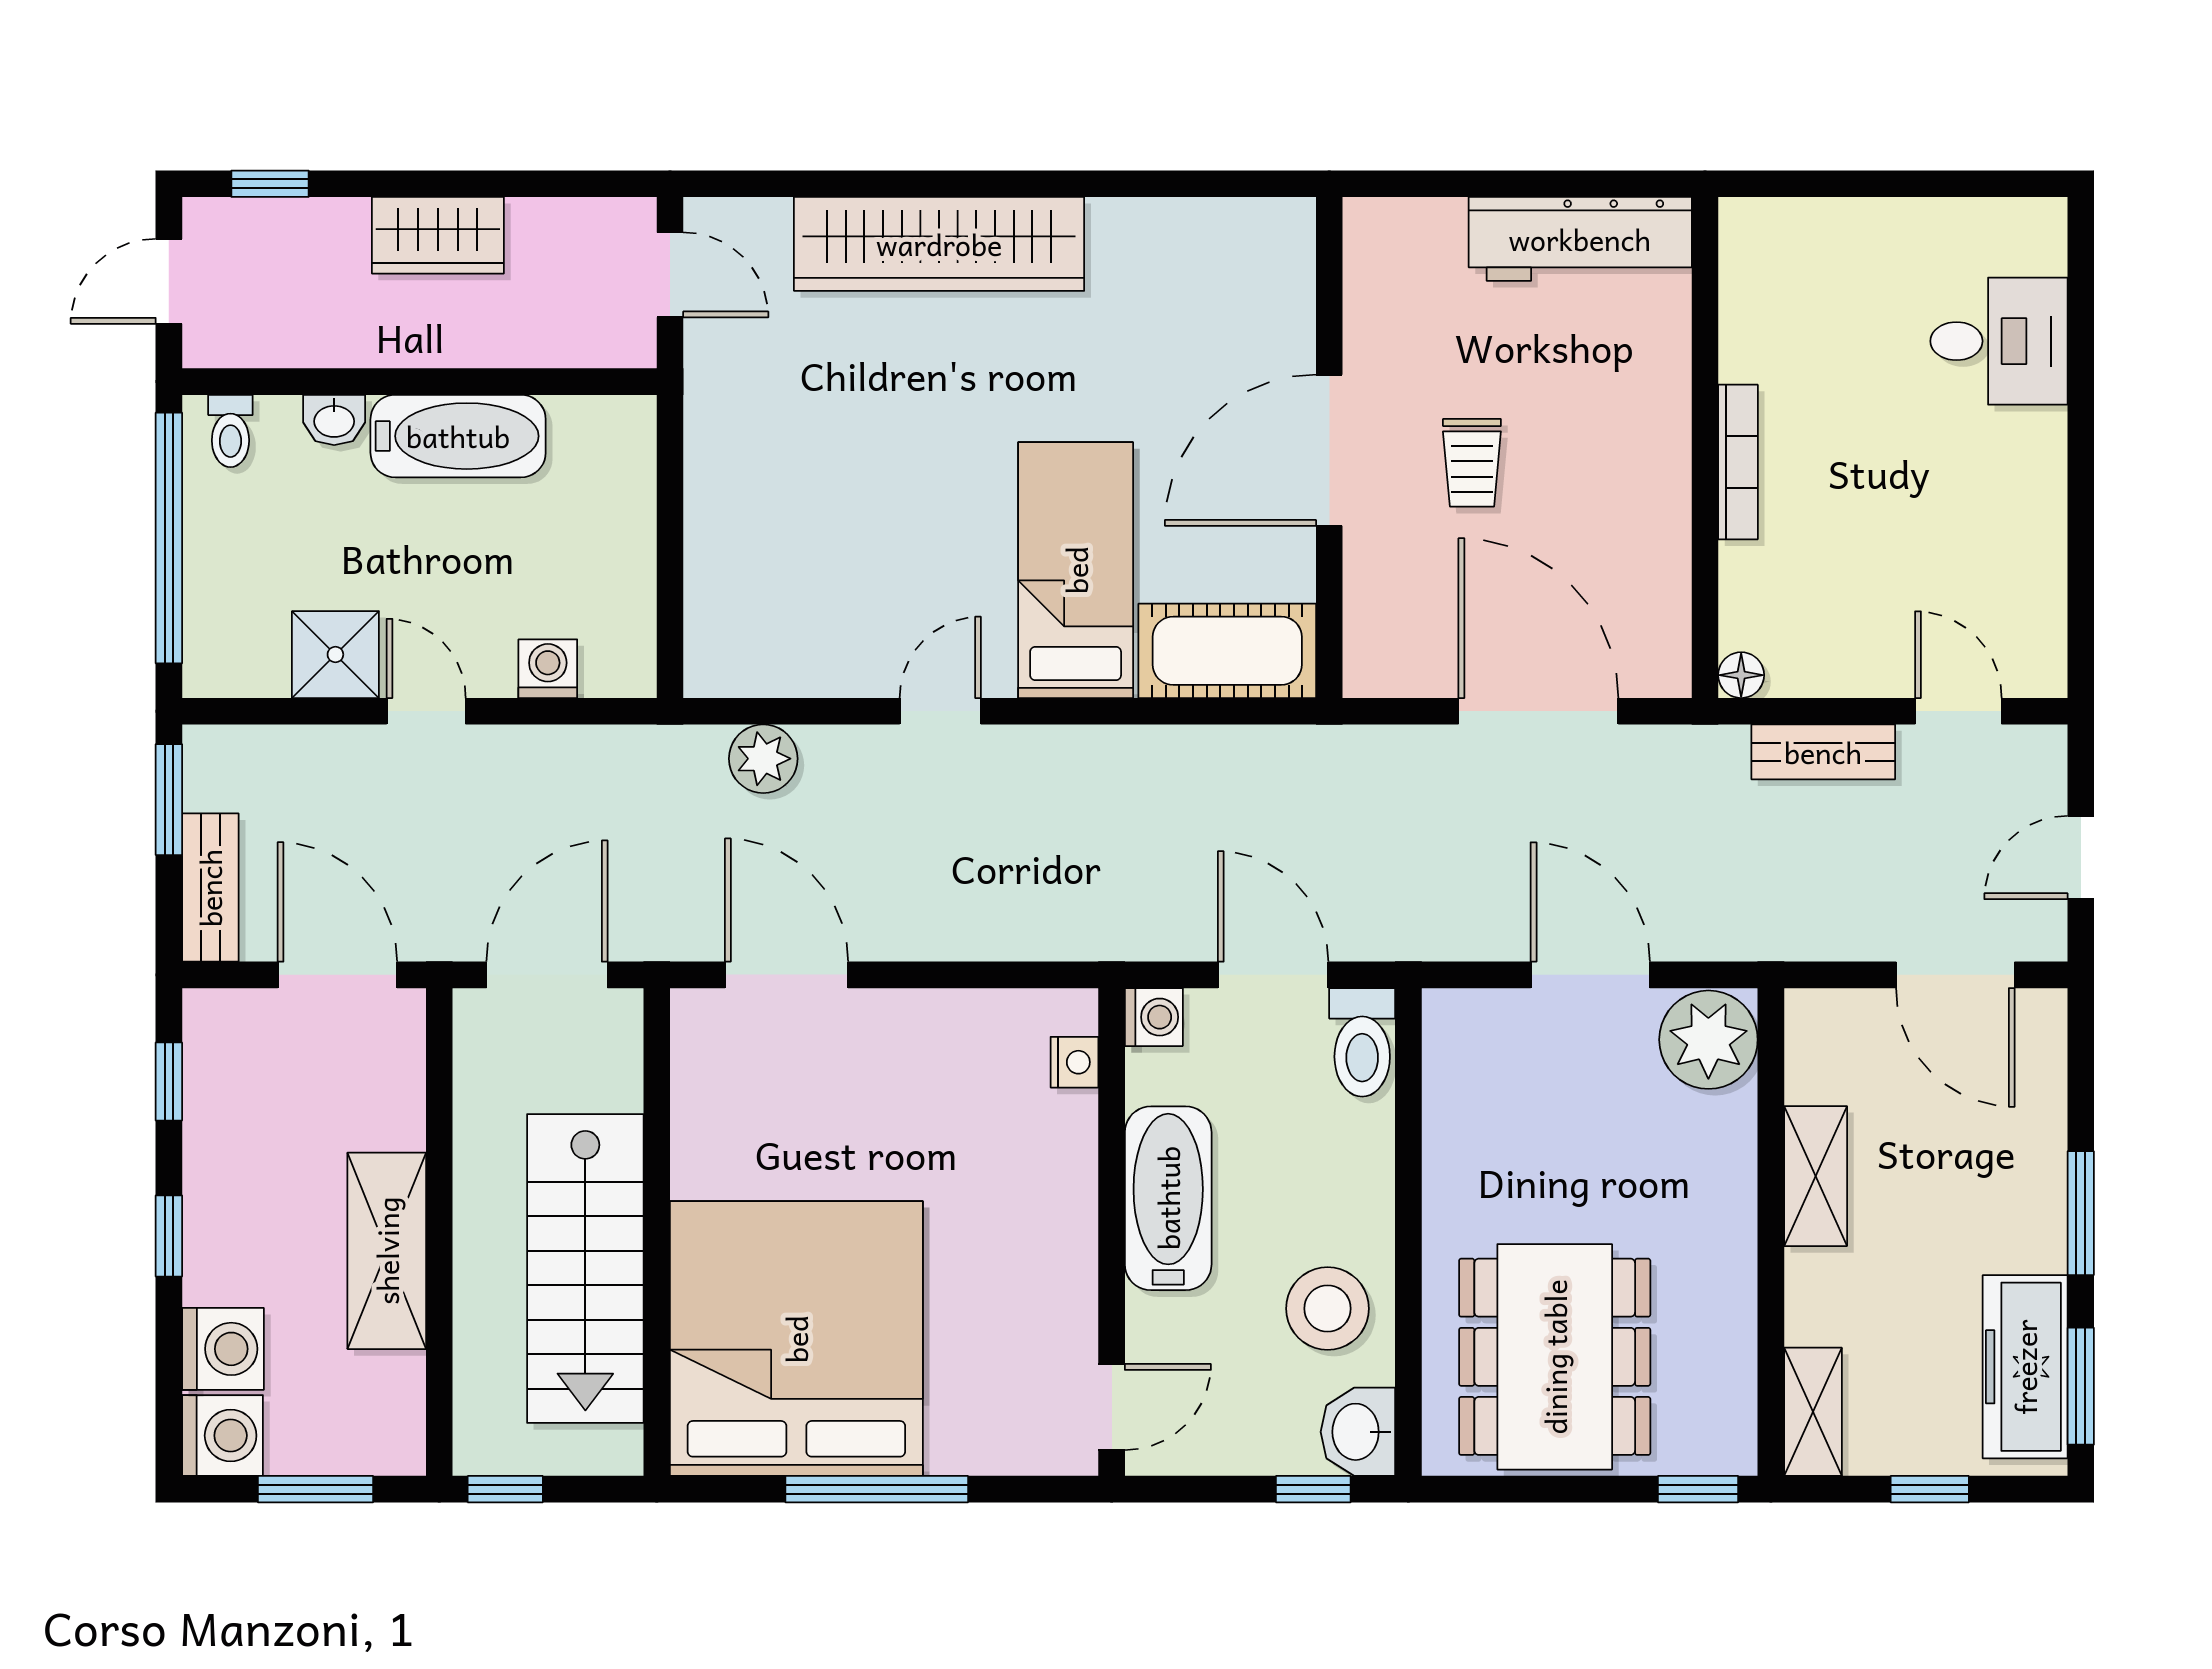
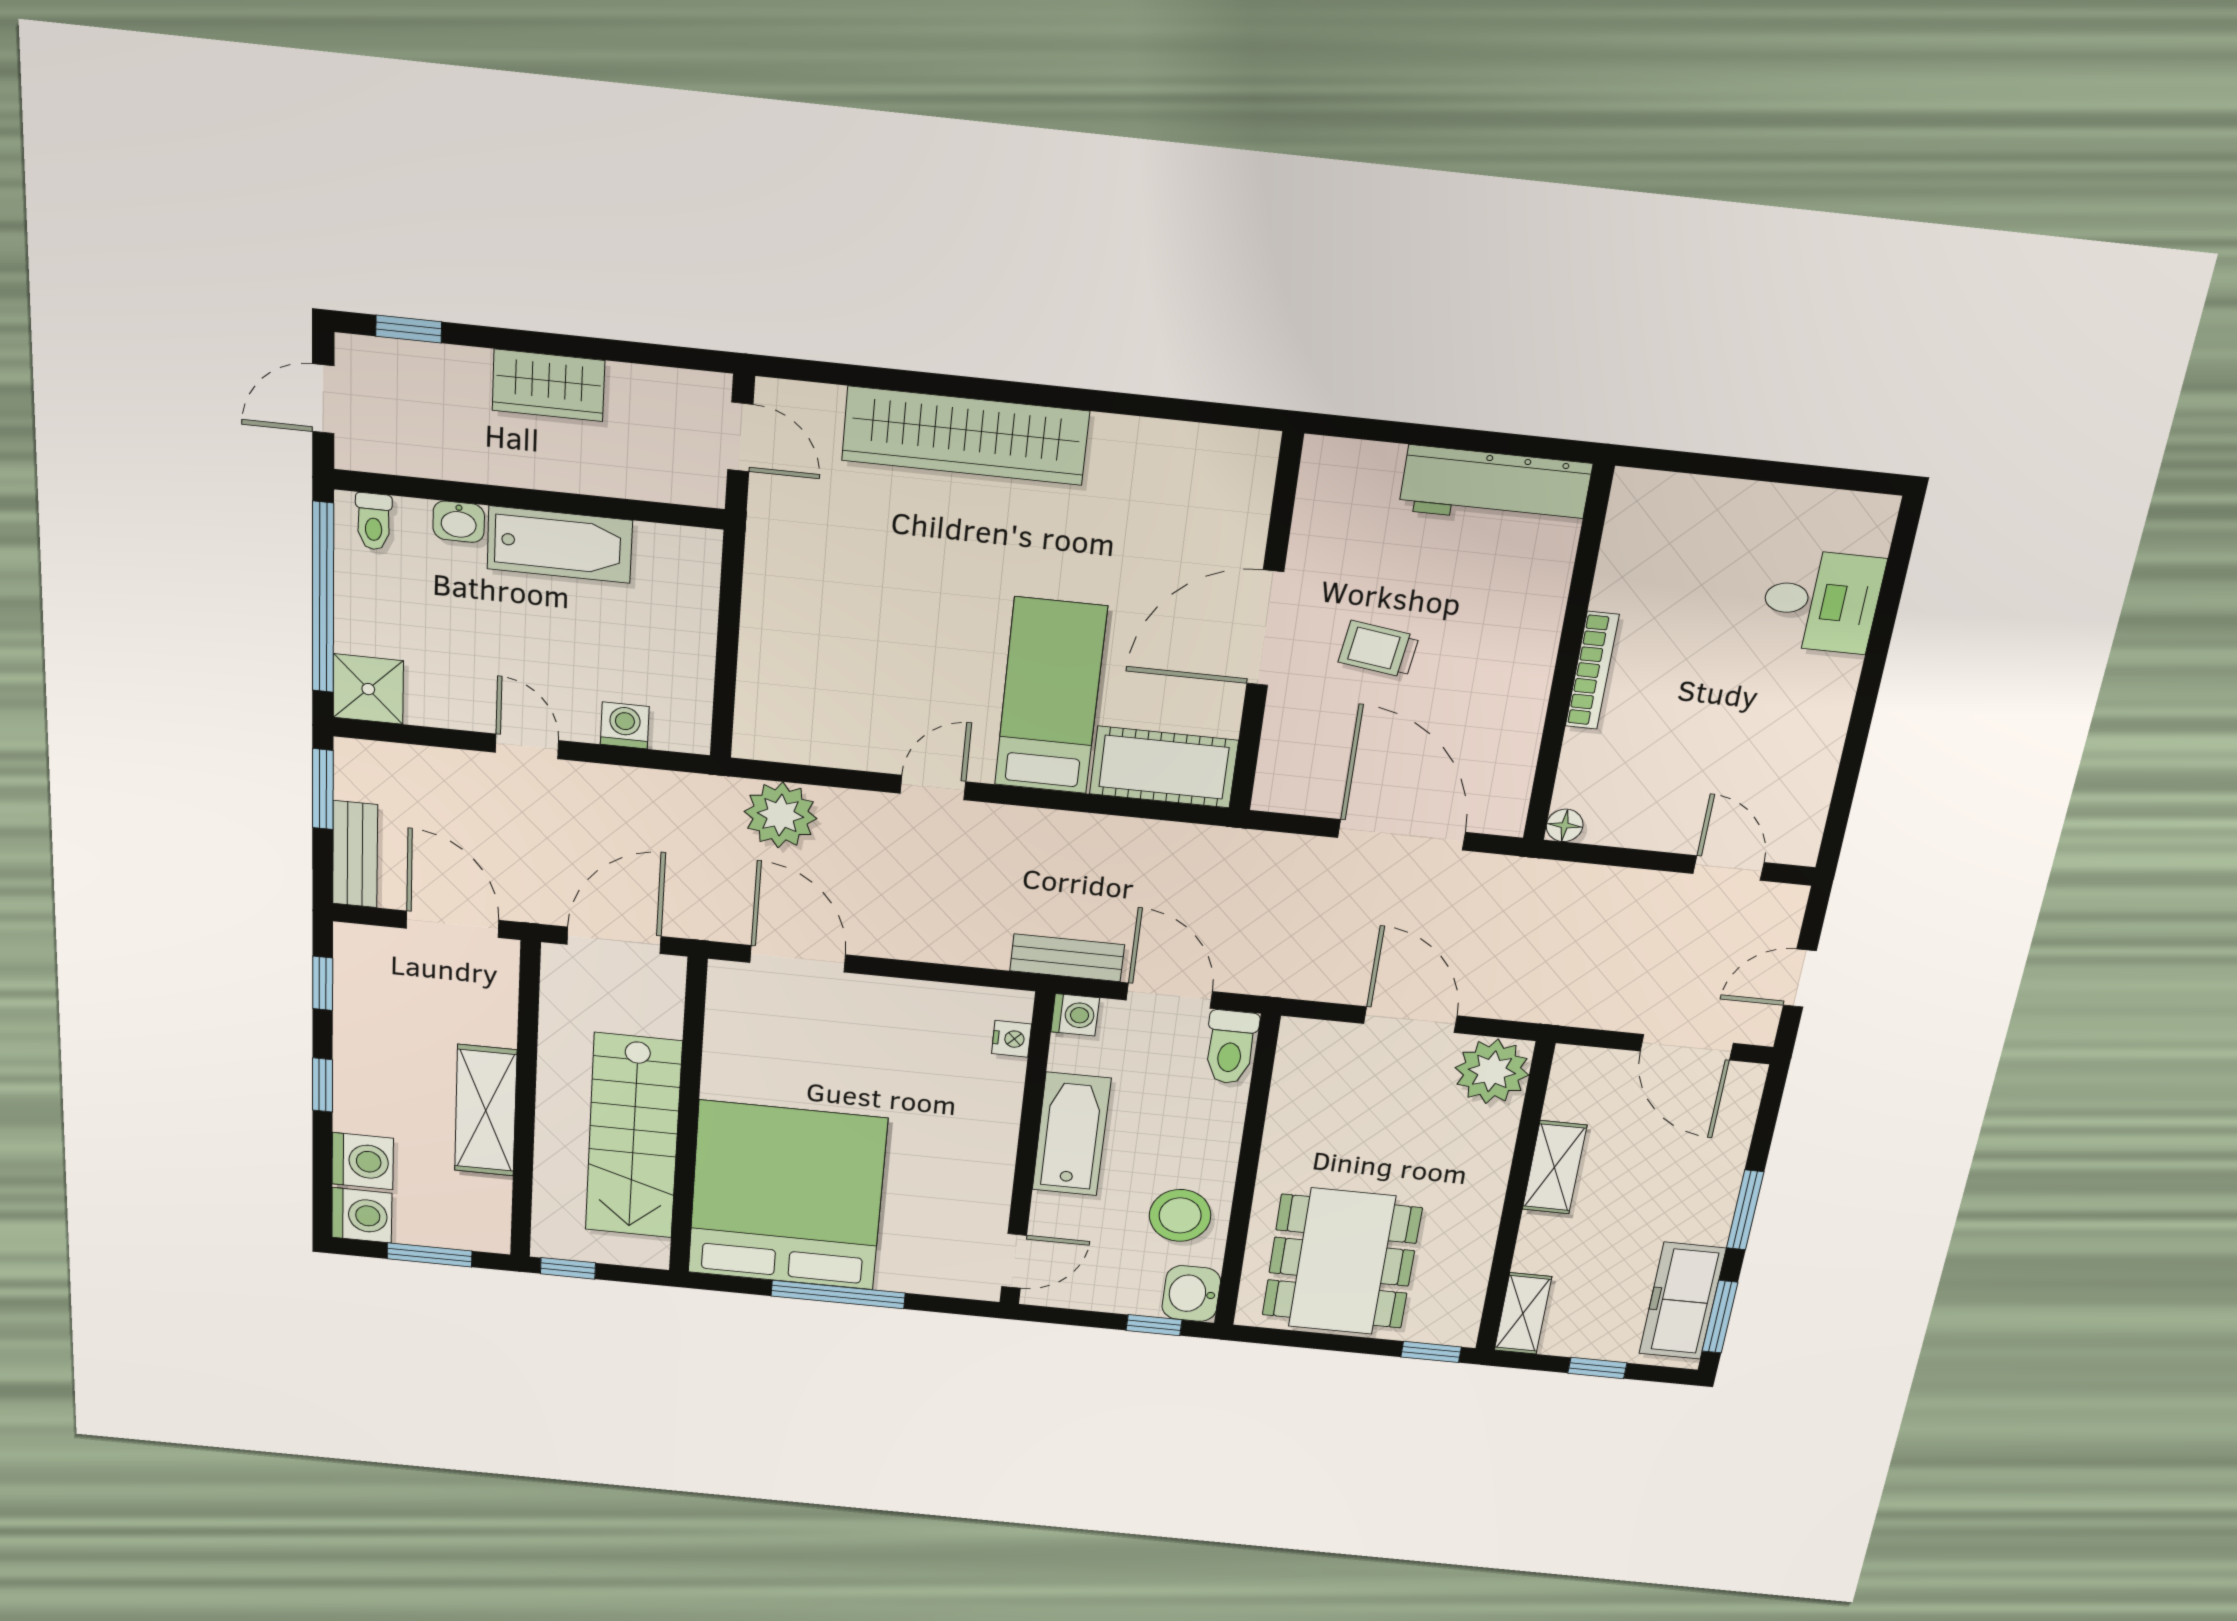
trolley: (1472, 463) -> (1379, 649), turned 98
shower: (335, 655) -> (368, 689), moved
bench: (1823, 752) -> (1067, 958), moved
plant: (763, 759) -> (780, 815), width x1.36, depth x1.36

